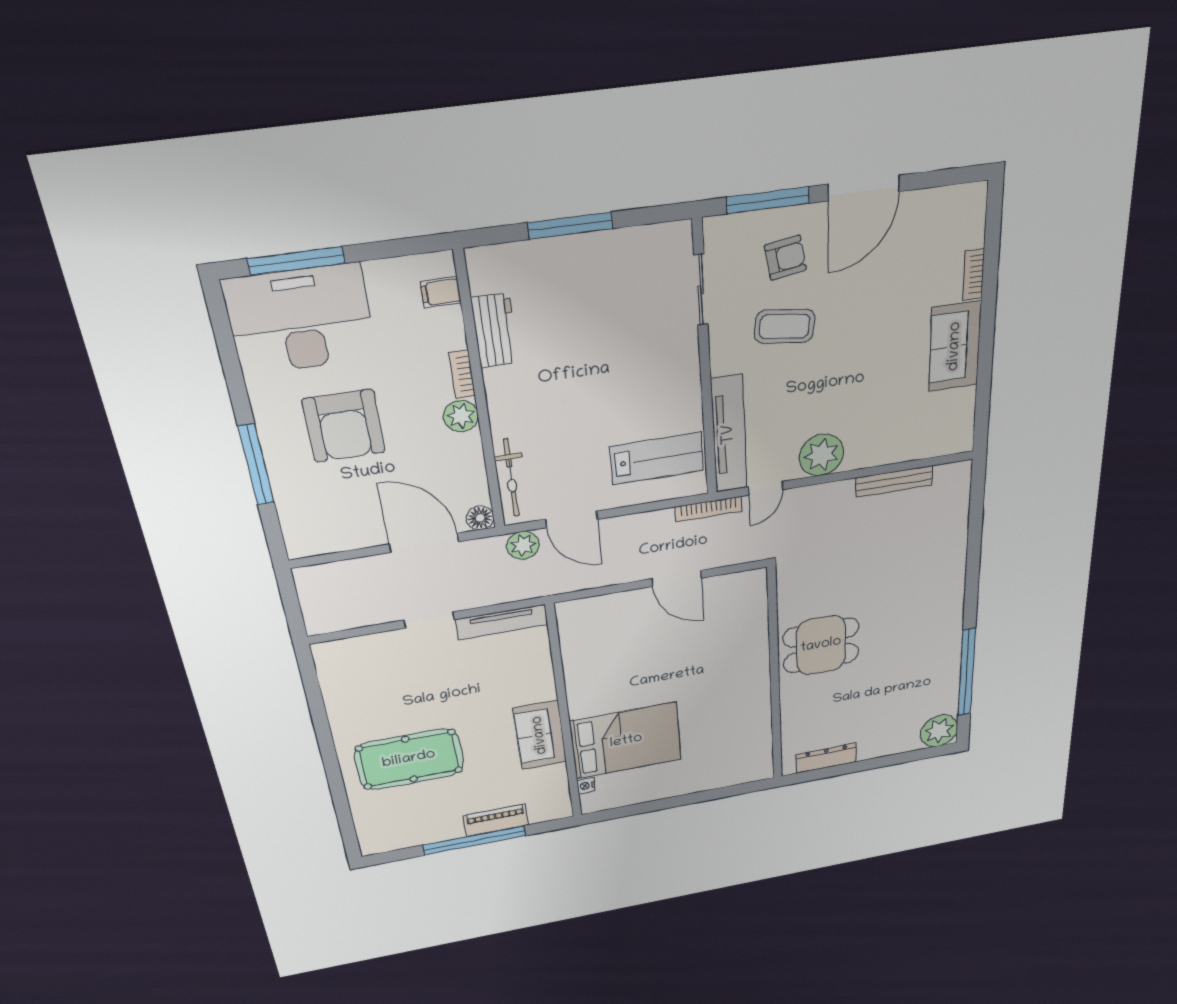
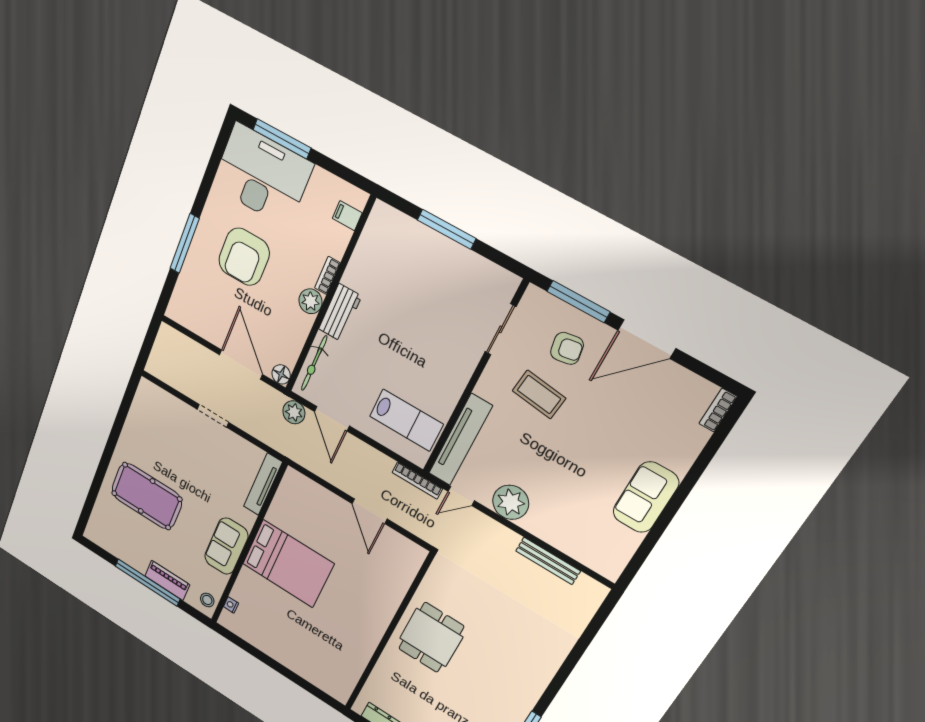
bookcase: (974, 274) -> (718, 410), moved
workbench: (495, 330) -> (340, 313), moved
tv unit: (502, 622) -> (263, 484), moved, turned 90
dining table: (821, 645) -> (431, 637), turned 90
bed: (626, 741) -> (288, 564), moved
stool: (556, 802) -> (207, 600), added

